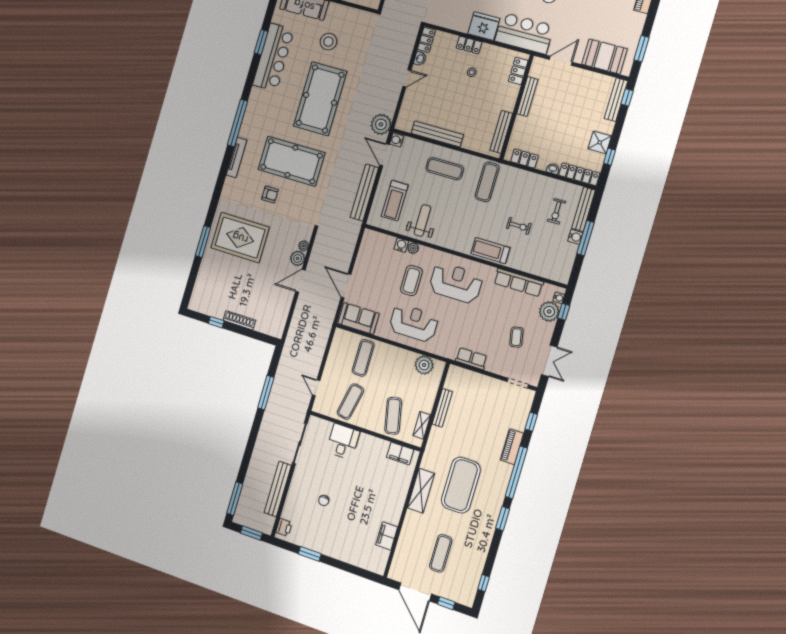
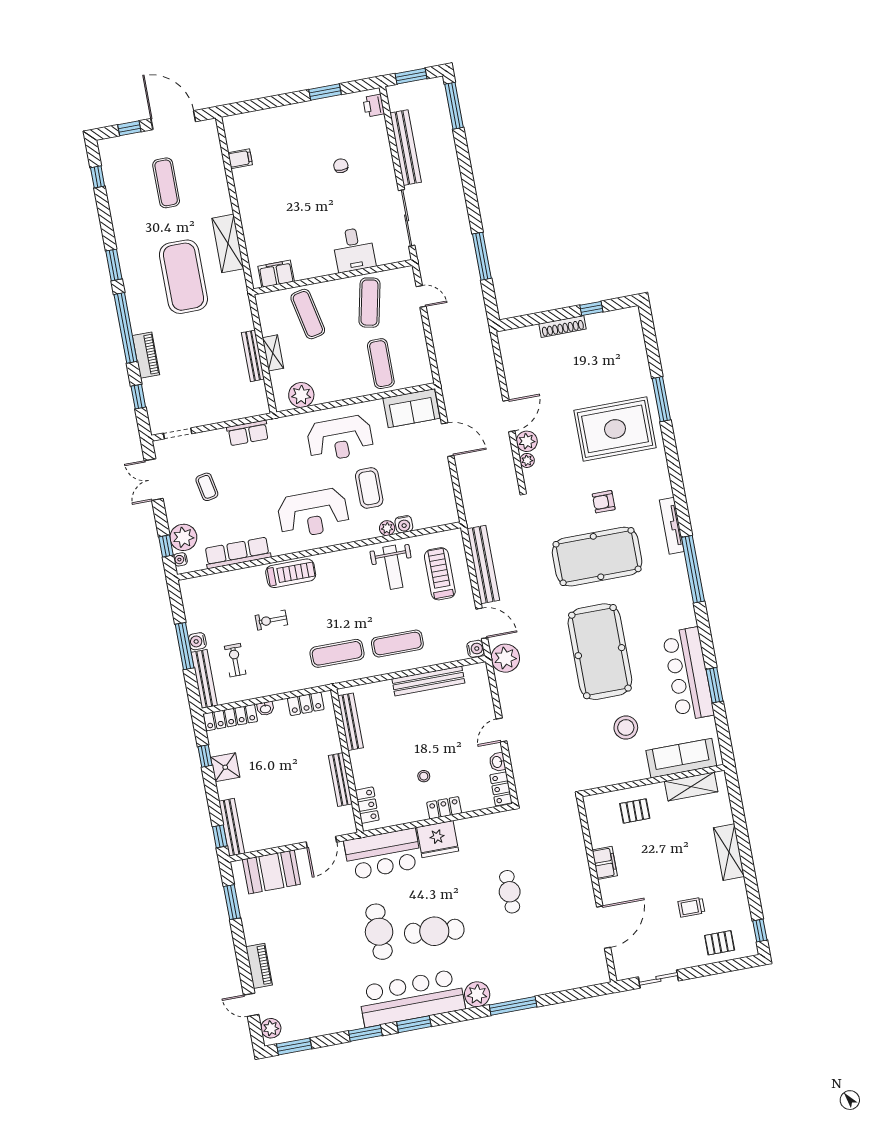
exercise mat: (487, 182) -> (337, 653), turned 90
shelving: (422, 425) -> (273, 353), moved
filing cabinet: (387, 536) -> (240, 159), width x0.50

